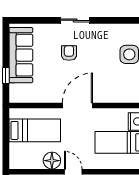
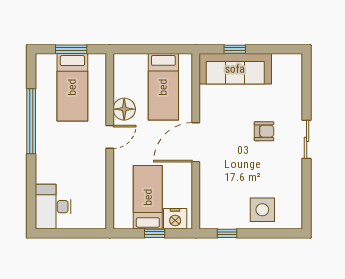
sofa: (21, 55) -> (235, 69), moved
door: (77, 105) -> (196, 142), swing flipped

